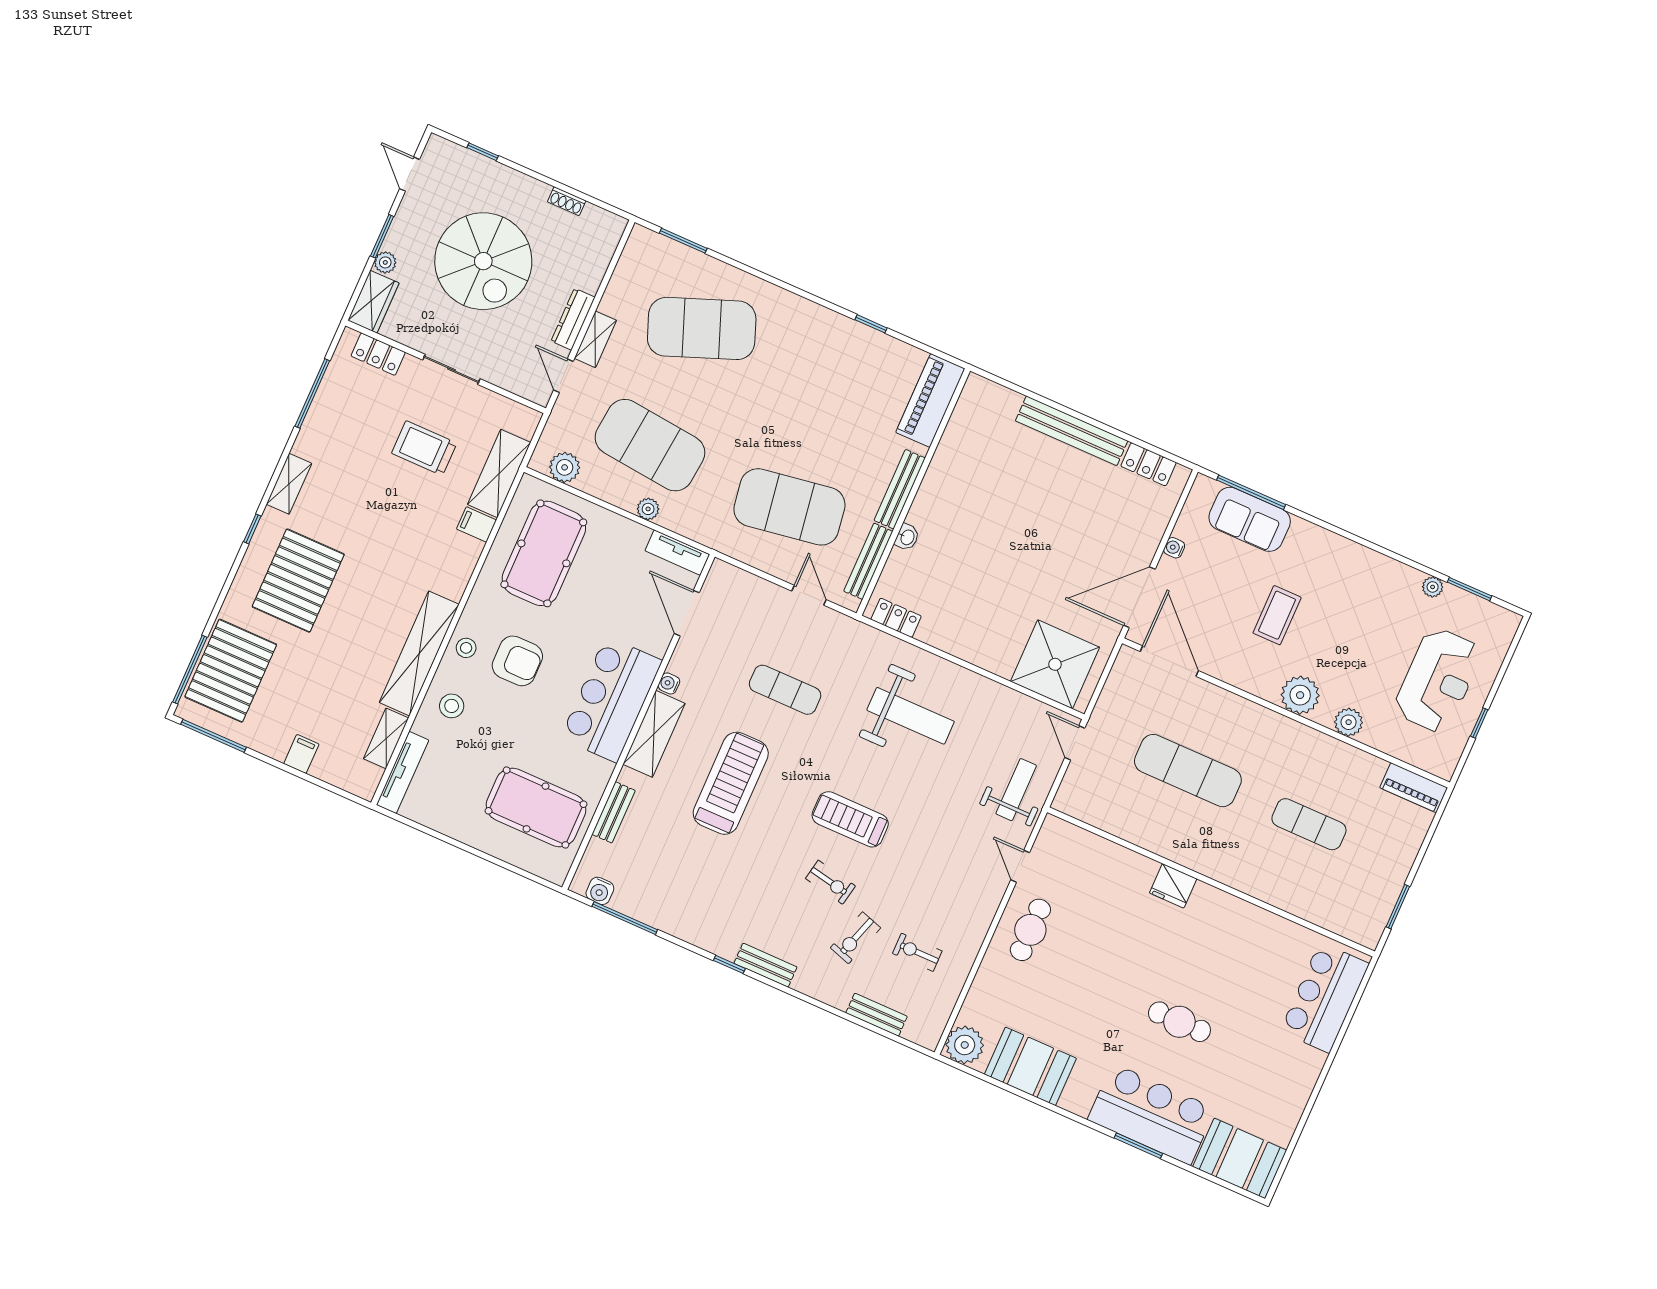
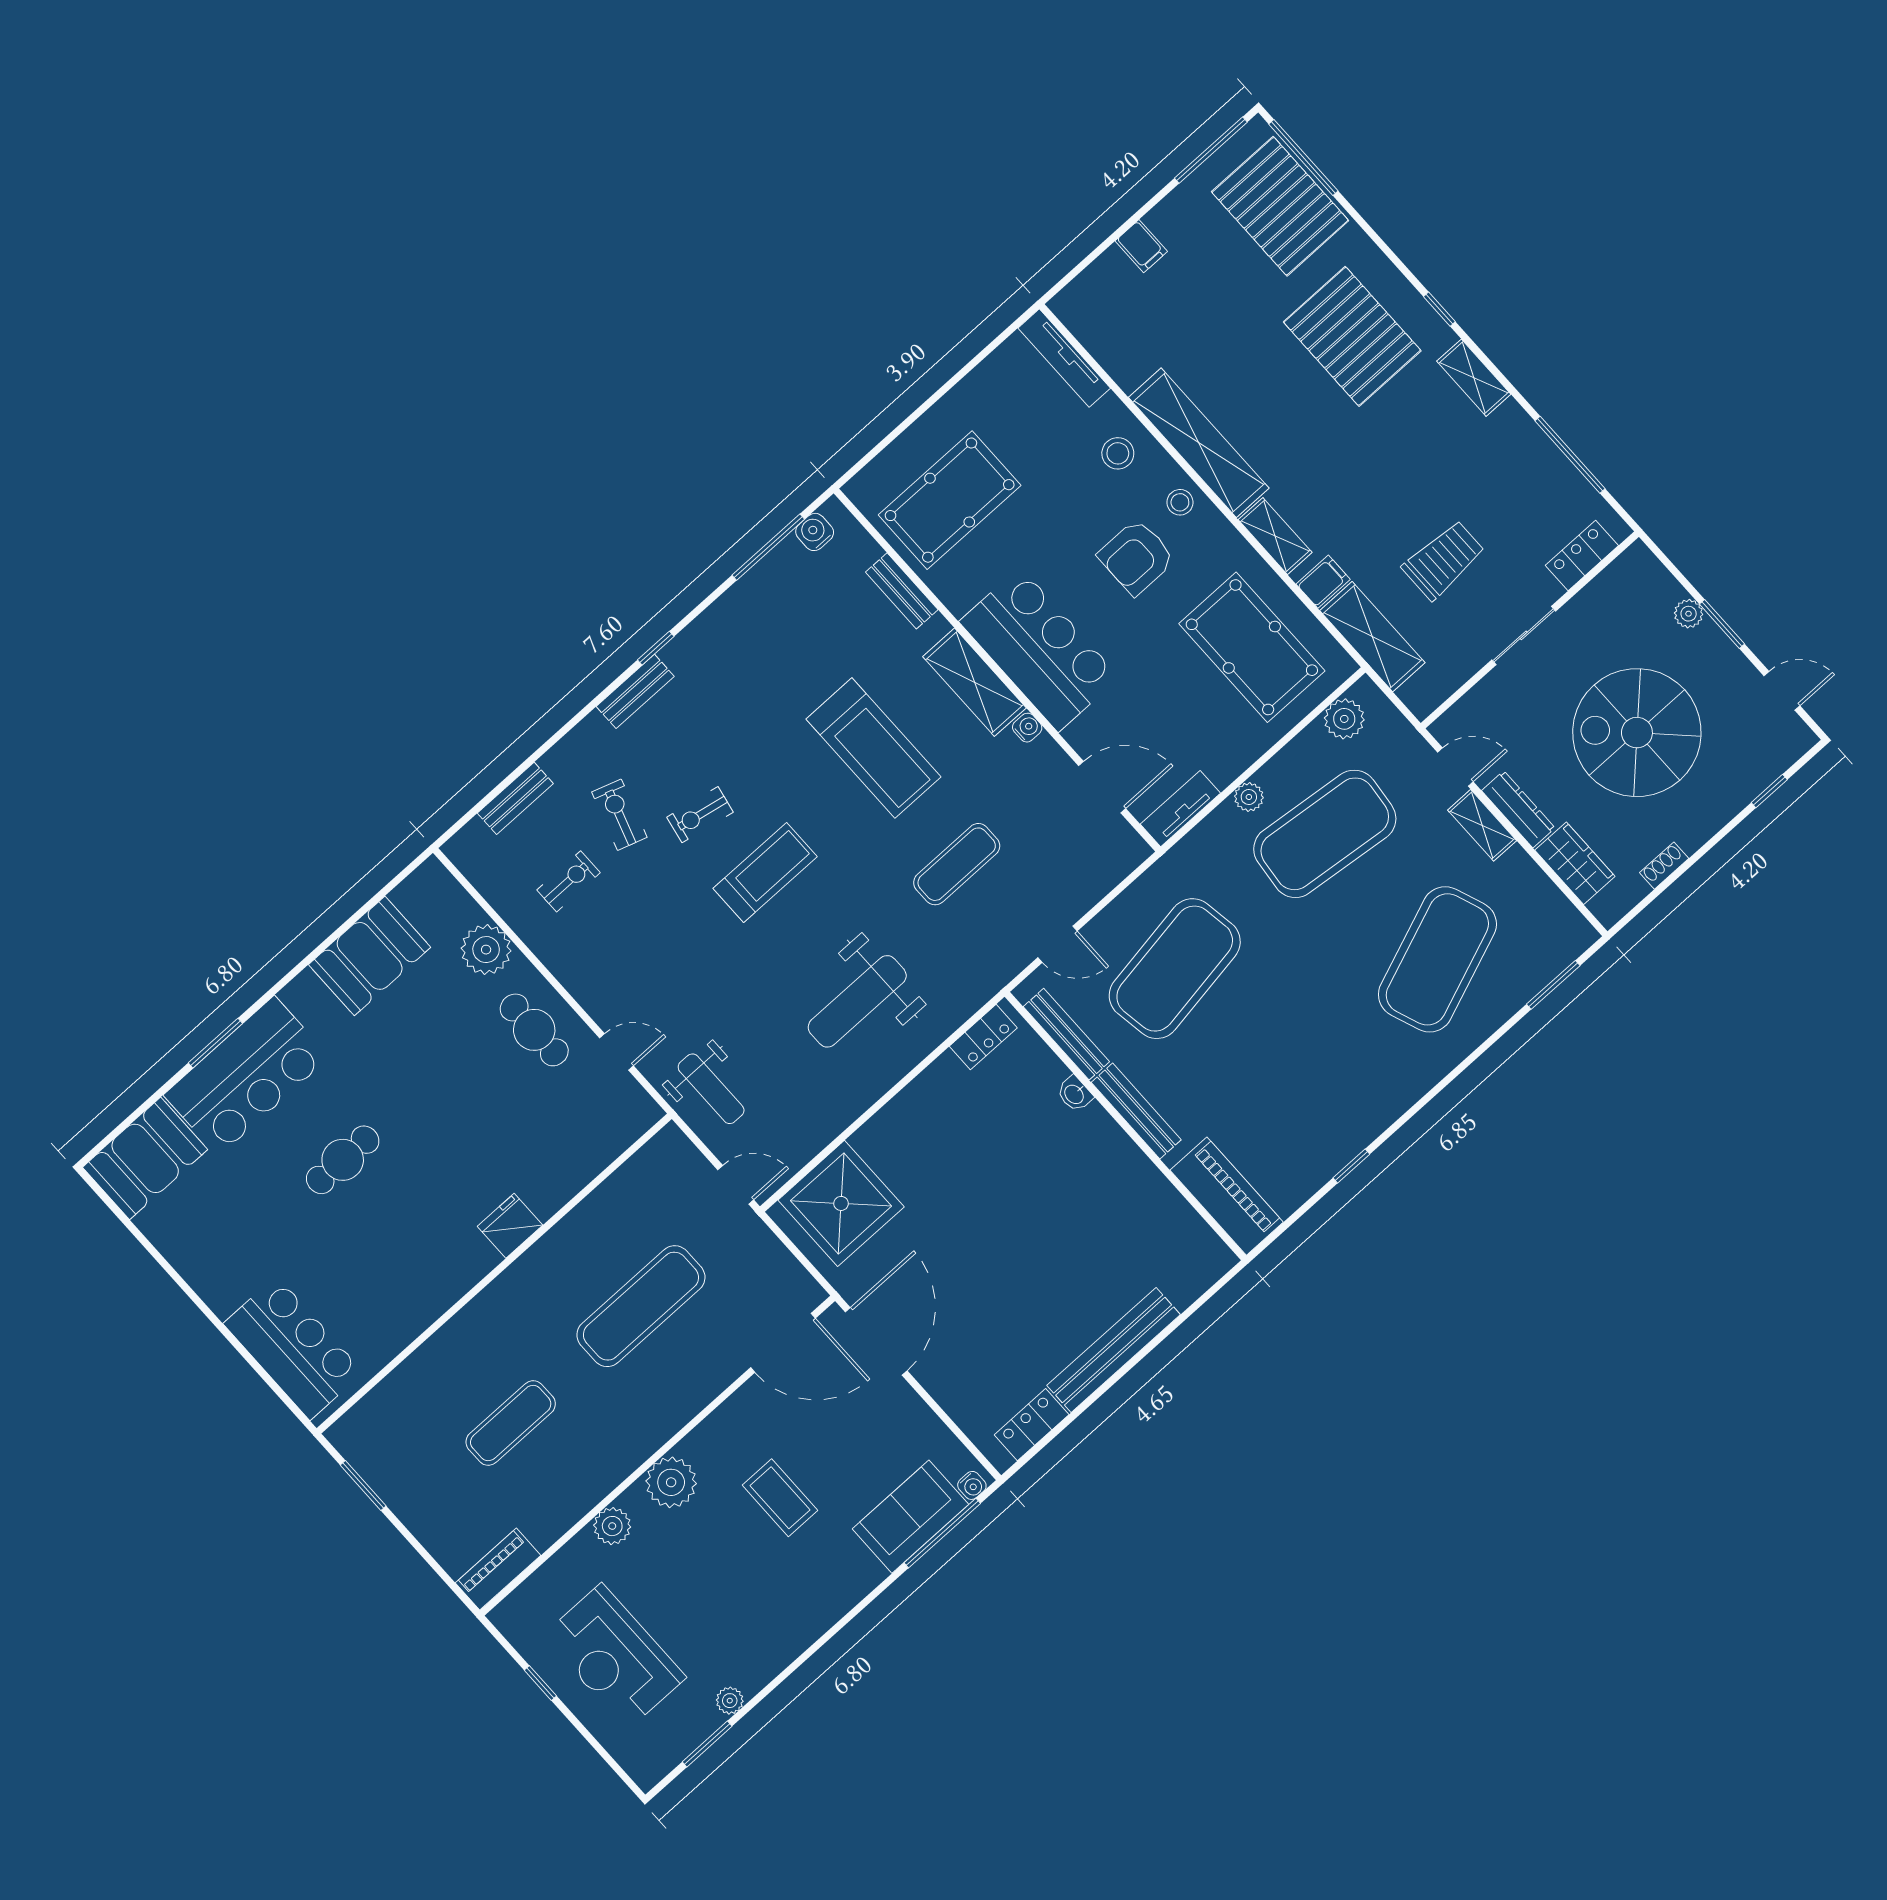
wardrobe: (373, 302) -> (1575, 863), moved, turned 180
water cooler: (1174, 548) -> (972, 1485), moved, turned 90
shelving: (386, 738) -> (1275, 536), moved
plant: (965, 1045) -> (486, 950), moved

